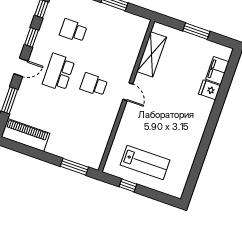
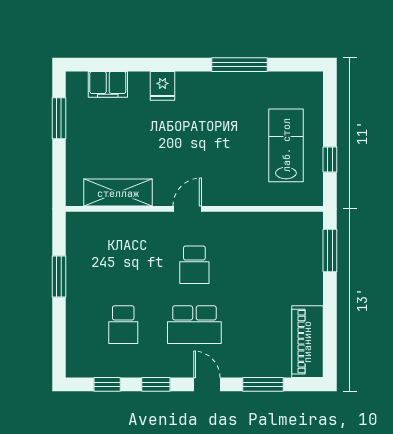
window: (196, 31) -> (59, 118), moved
fridge: (209, 90) -> (162, 86), moved
window: (202, 152) -> (239, 65), added

